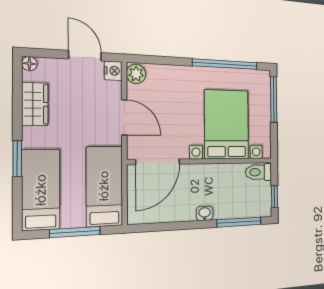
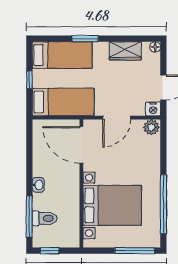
toilet: (259, 172) -> (45, 218), moved, turned 90
window: (75, 232) -> (29, 80), width x0.46

